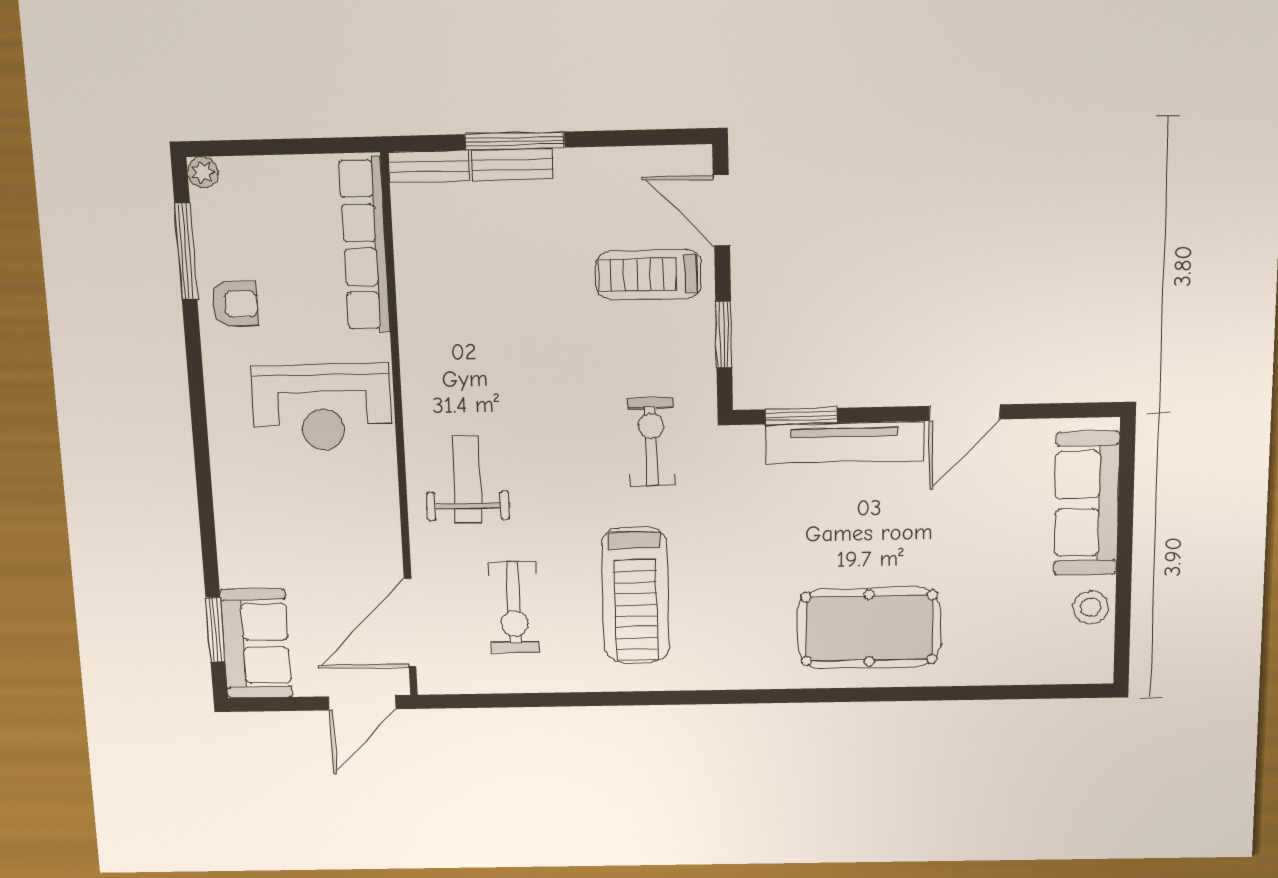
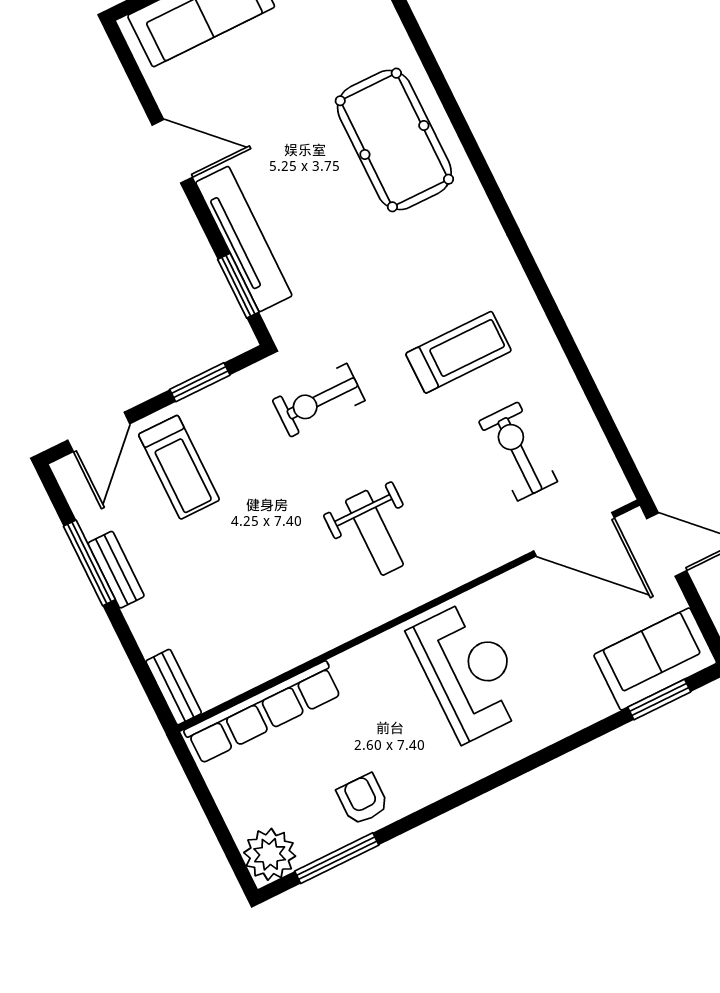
window: (515, 141) -> (89, 563), moved
bench: (512, 165) -> (116, 570), moved
plant: (203, 172) -> (270, 854), width x1.88, depth x1.88
reception desk: (322, 407) -> (469, 671), moved
weight bench: (467, 480) -> (374, 533), moved, turned -90
treadmill: (636, 595) -> (458, 352), width x0.73, depth x0.73
exercise bike: (514, 607) -> (518, 451), turned -90

